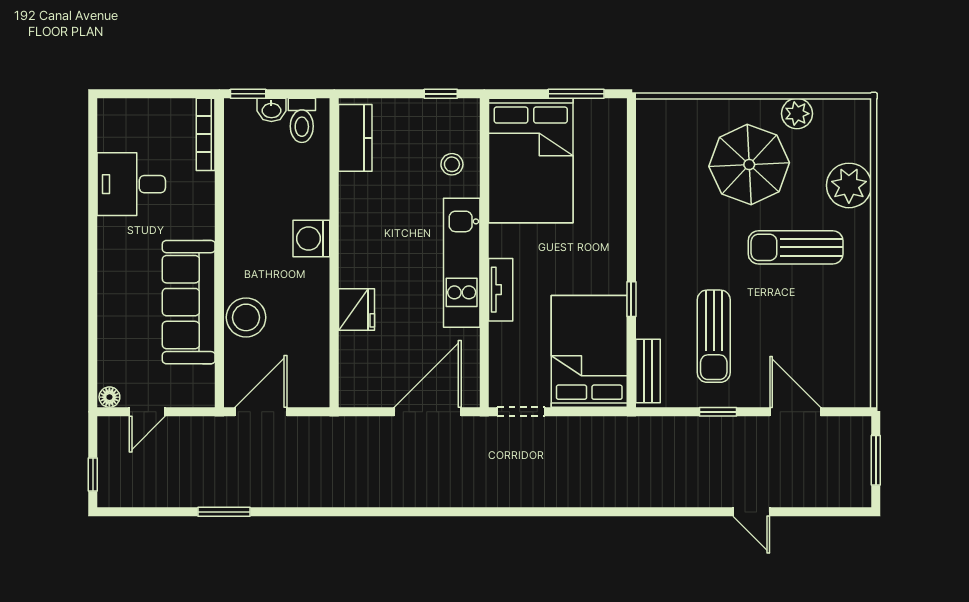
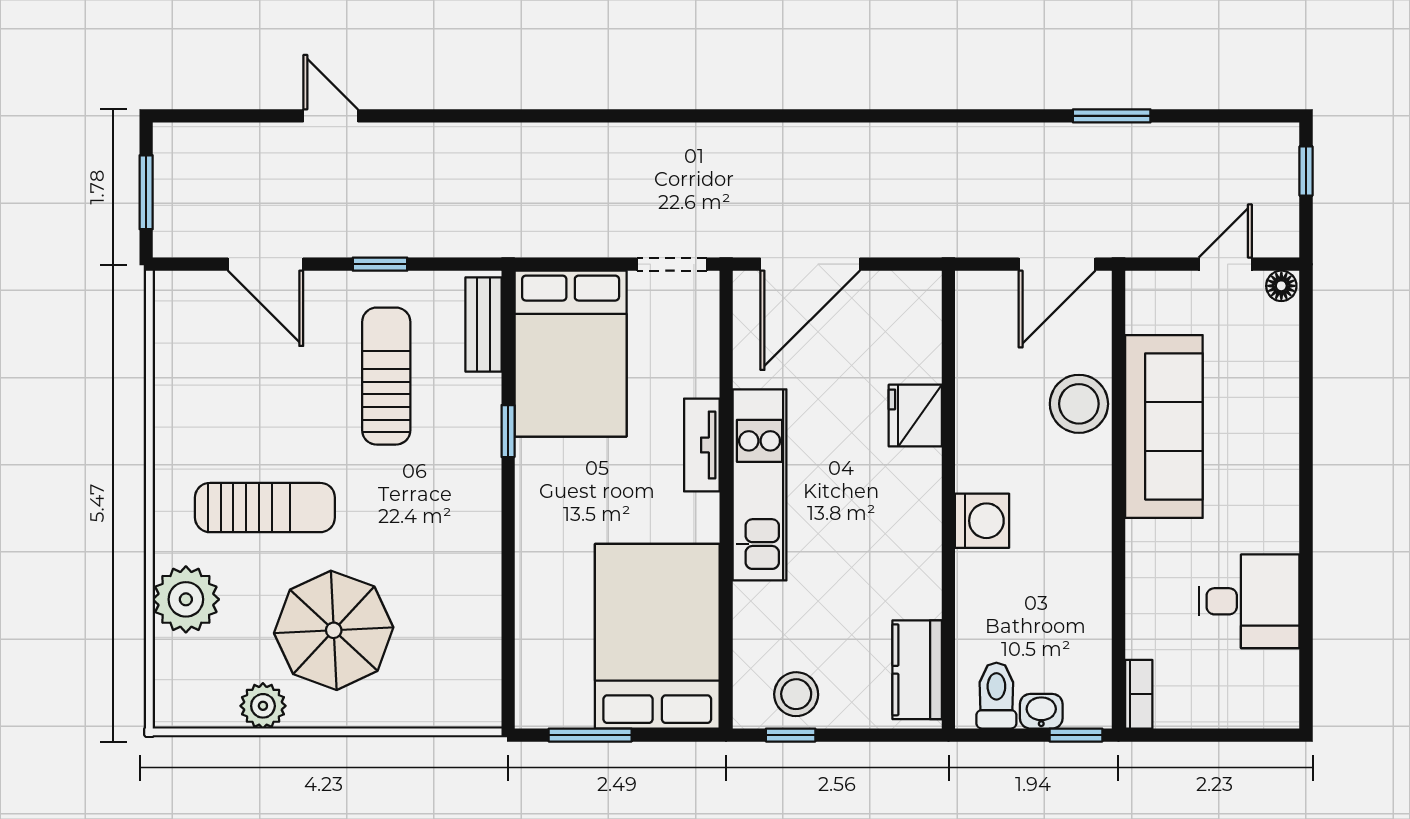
bookcase: (206, 134) -> (1139, 694), width x0.64
stool: (452, 164) -> (796, 694), moved, width x1.37, depth x1.37

